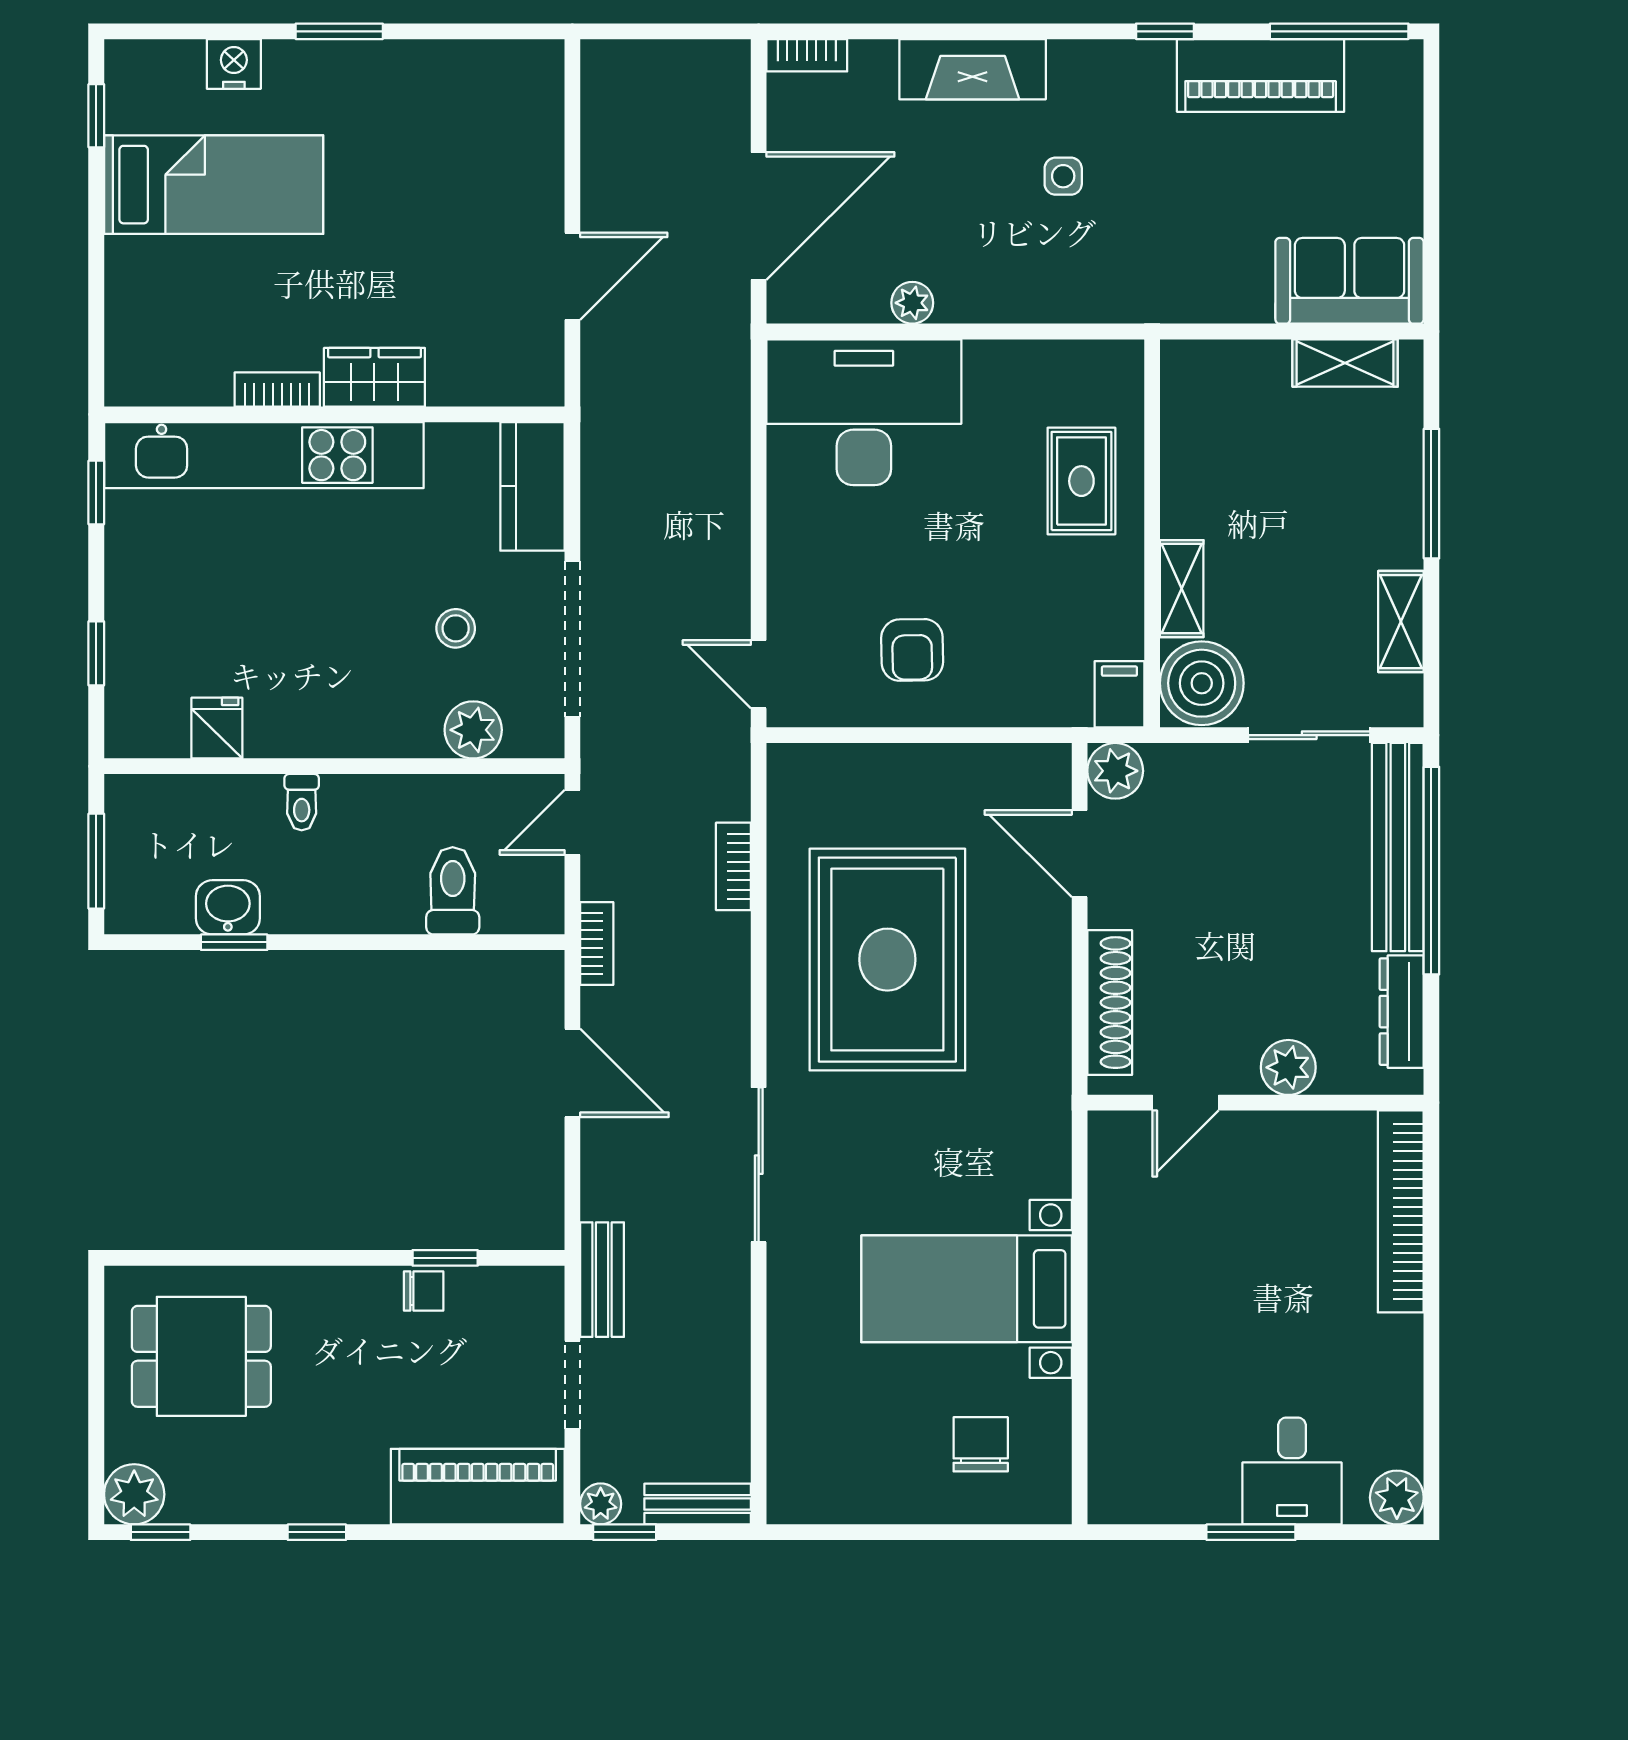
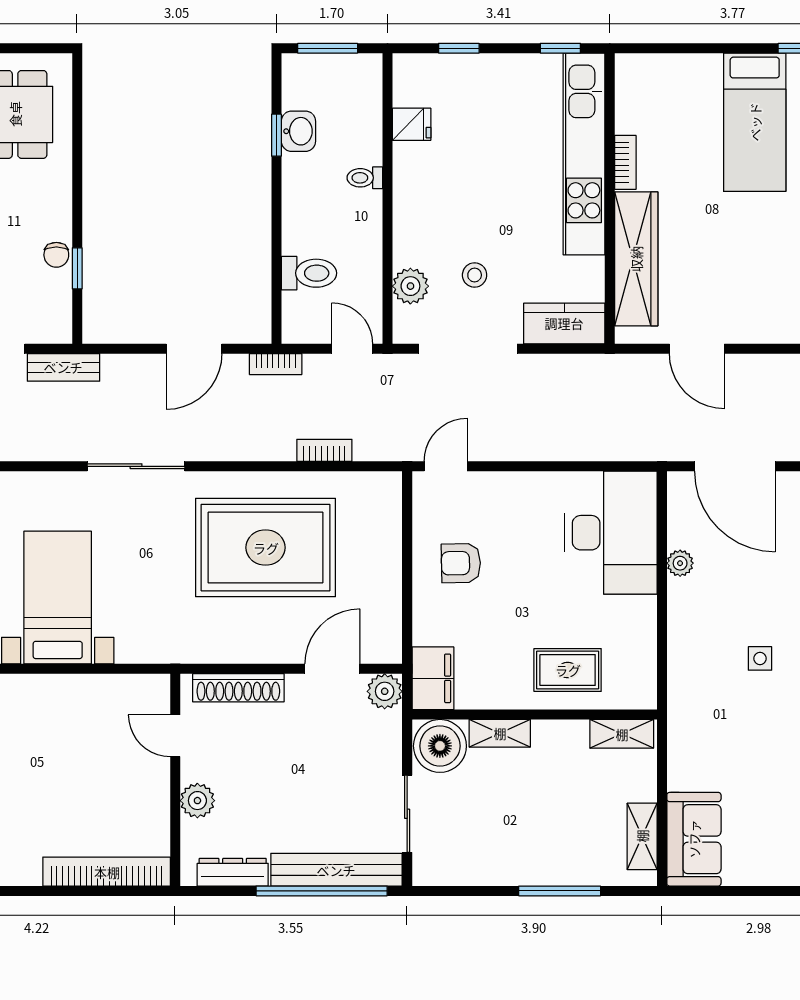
wardrobe: (374, 377) -> (636, 259), width x2.10, depth x1.17
shelving: (1401, 622) -> (622, 734), moved
filing cabinet: (1119, 694) -> (433, 678), width x2.00

